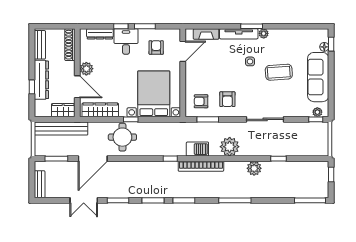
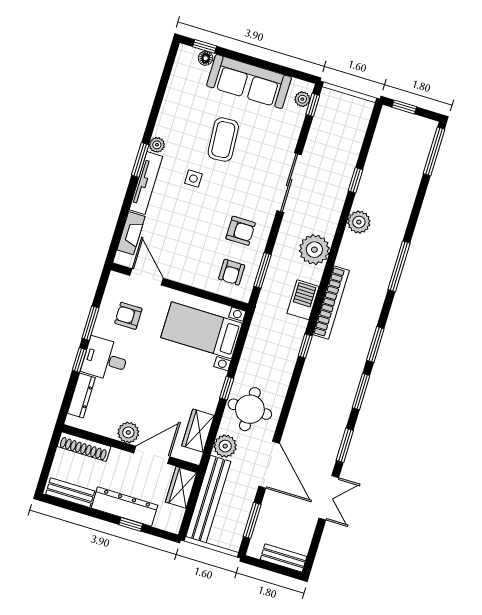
bed with nightstands: (154, 94) -> (202, 330), width x0.73
wardrobe: (100, 110) -> (198, 431), width x0.67
plant: (96, 129) -> (225, 446), added

